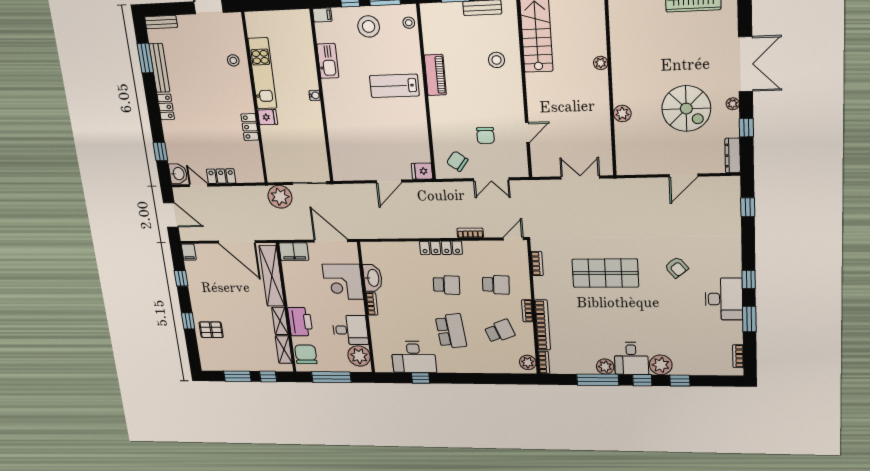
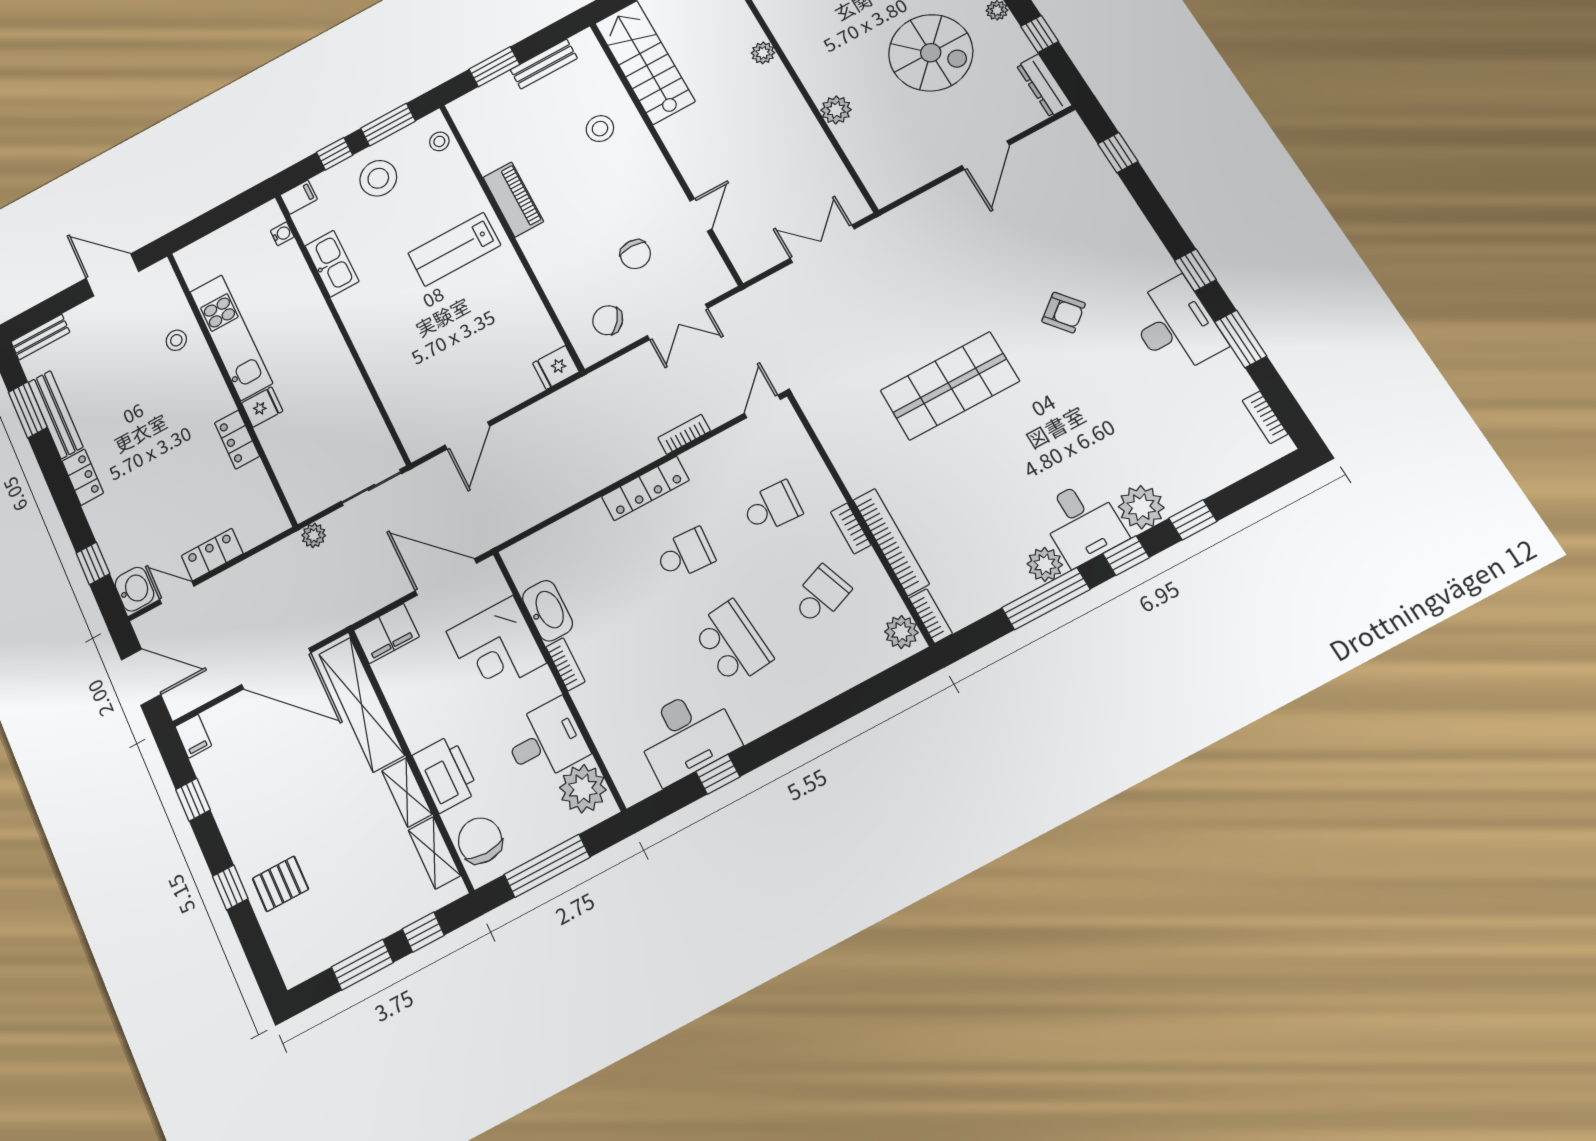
water cooler: (315, 95) -> (282, 234), moved
door: (389, 181) -> (467, 436), moved
plant: (280, 197) -> (314, 535), width x0.53, depth x0.53
bookcase: (537, 264) -> (825, 430), removed

